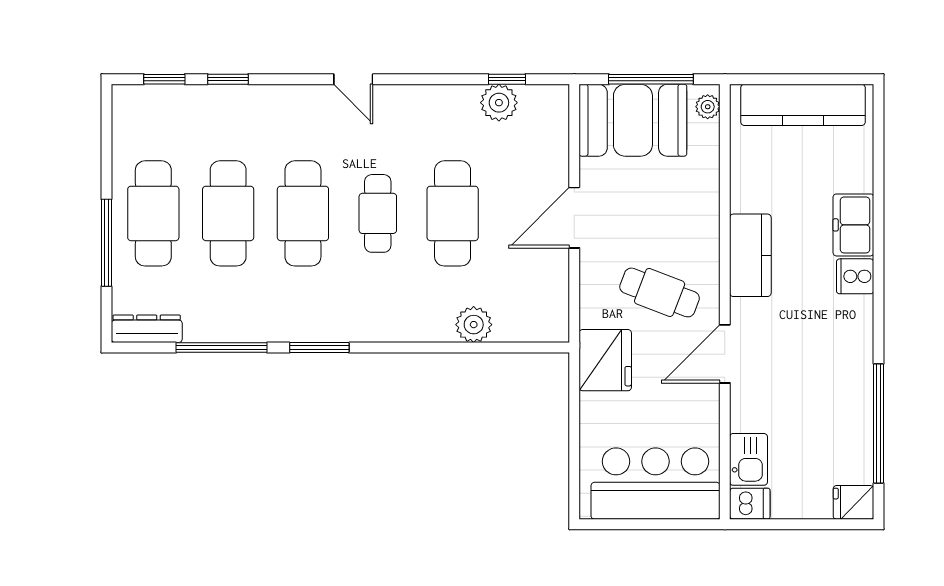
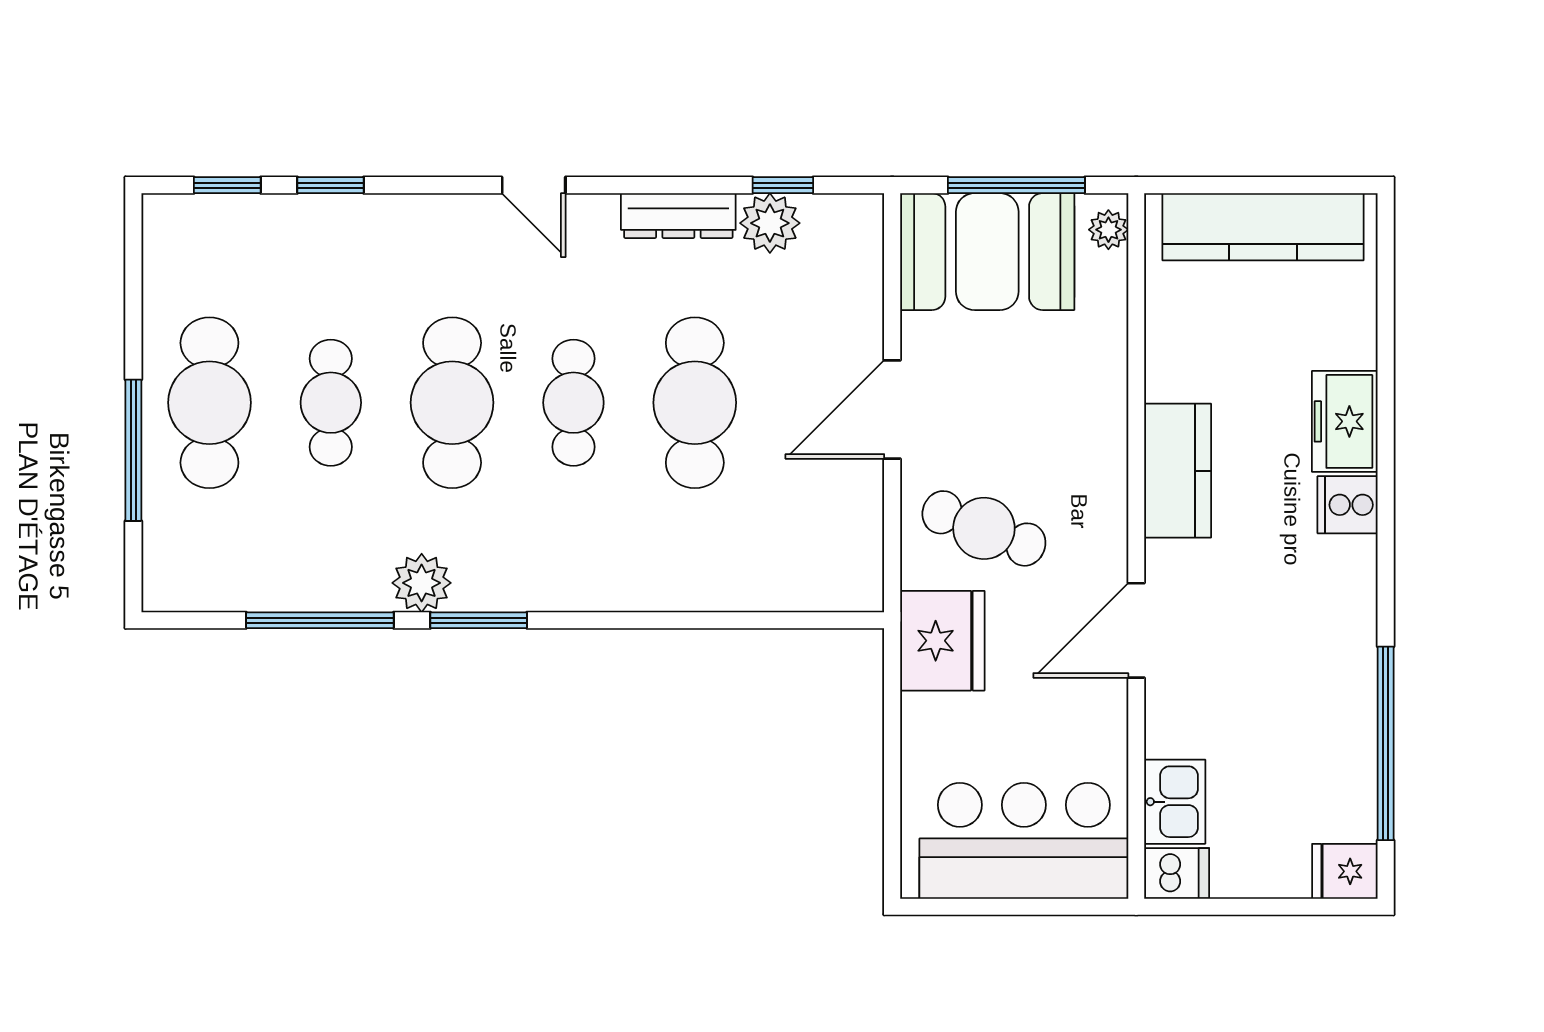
cafe table: (228, 213) -> (331, 403), width x0.73, depth x0.74
cafe table: (660, 292) -> (984, 528), moved
plant: (474, 325) -> (422, 583), moved
dresser: (147, 329) -> (678, 216), moved, turned 180

